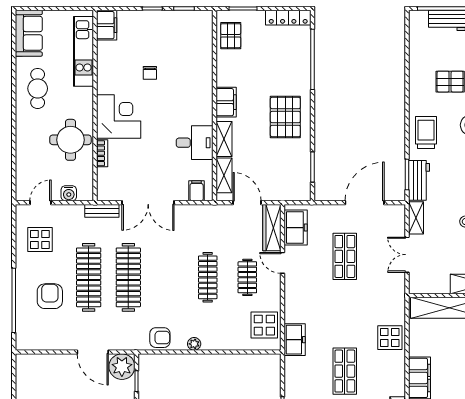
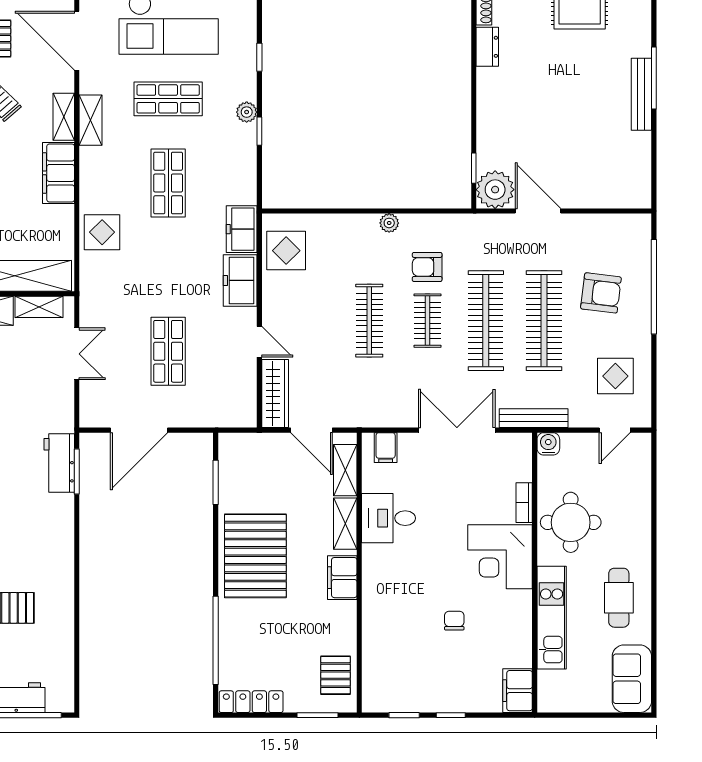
kitchen unit: (84, 51) -> (552, 618), moved
pallet: (285, 117) -> (255, 556), width x1.37, depth x1.41
trolley: (426, 132) -> (49, 533), removed
water cooler: (69, 193) -> (548, 444), moved
bench: (102, 211) -> (534, 418), width x1.36
shelving: (416, 218) -> (39, 307), moved, turned 90
freezer: (296, 228) -> (240, 280), moved
clothes rail: (247, 277) -> (428, 321), moved
armchair: (50, 296) -> (601, 293), turned -83
armchair: (160, 338) -> (427, 267), moved

